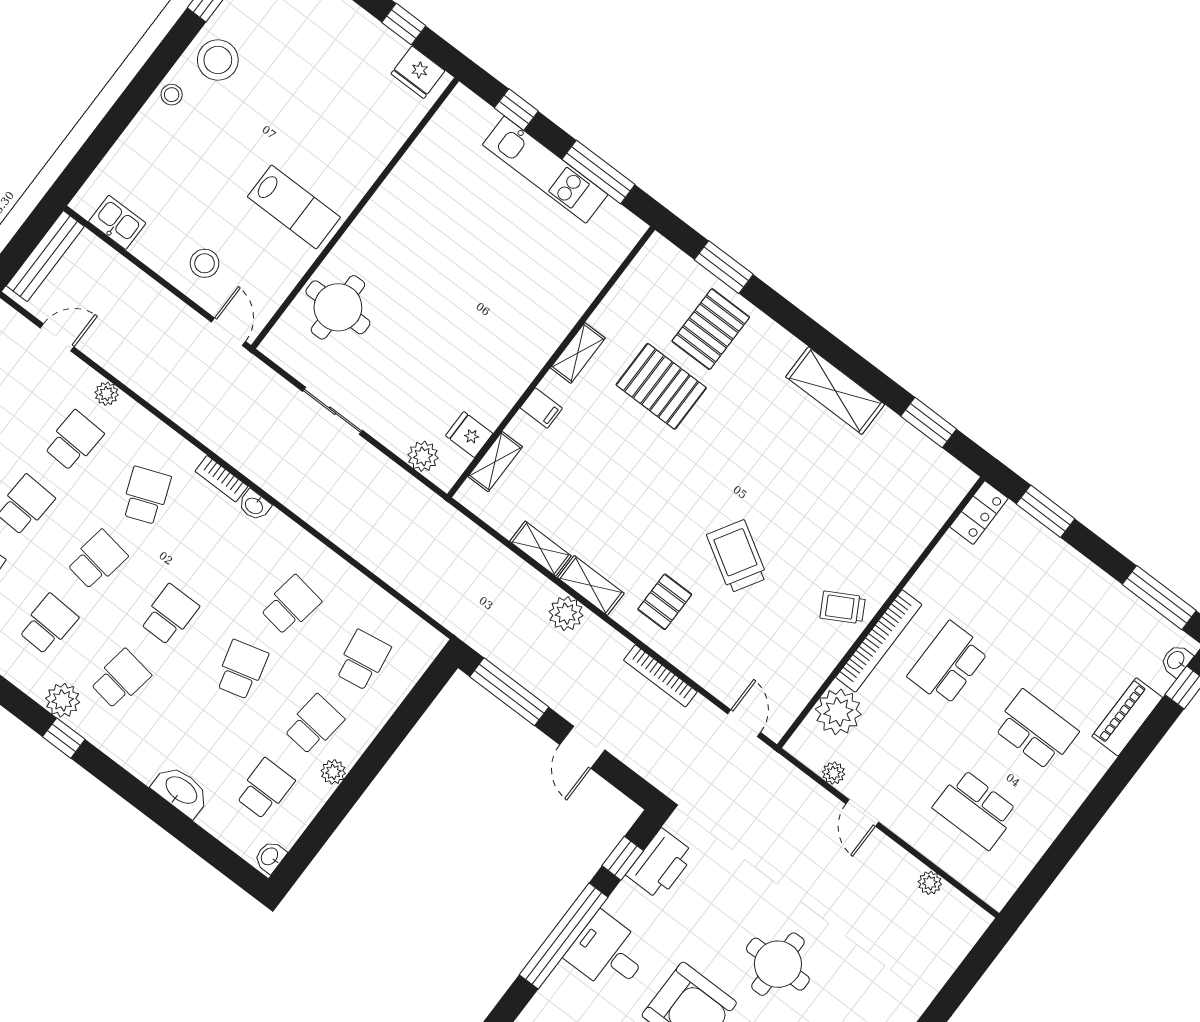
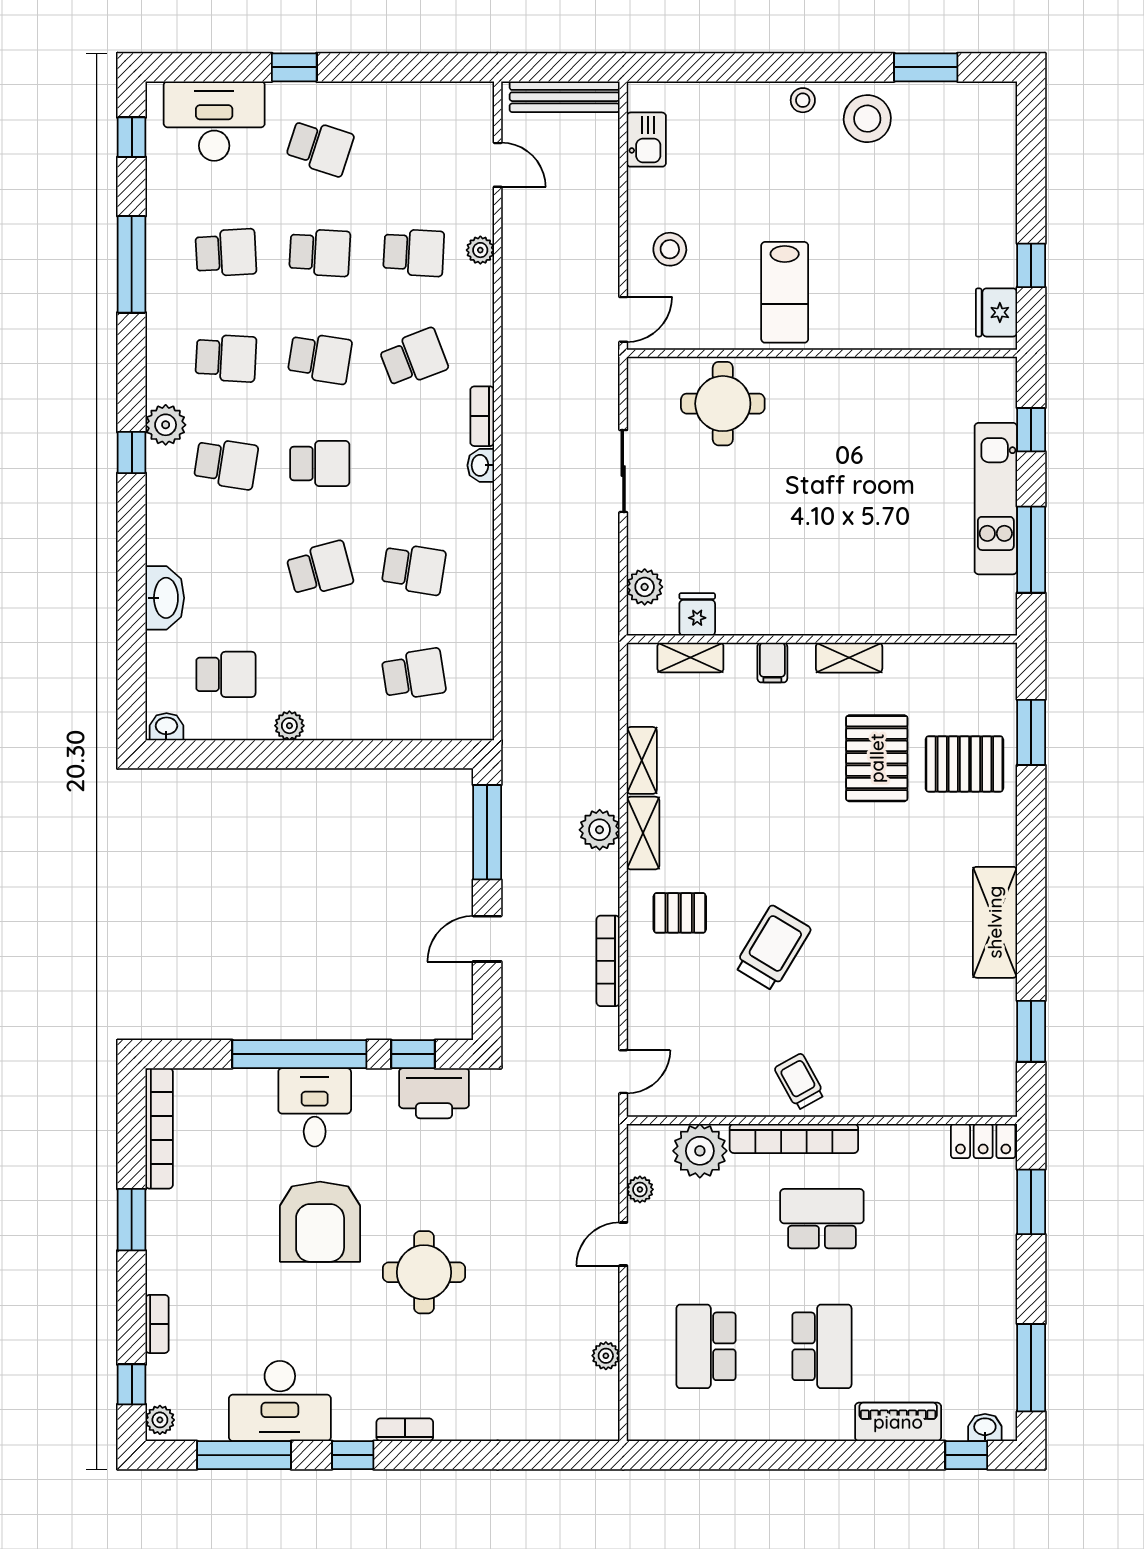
school desk: (314, 724) -> (320, 674), removed

